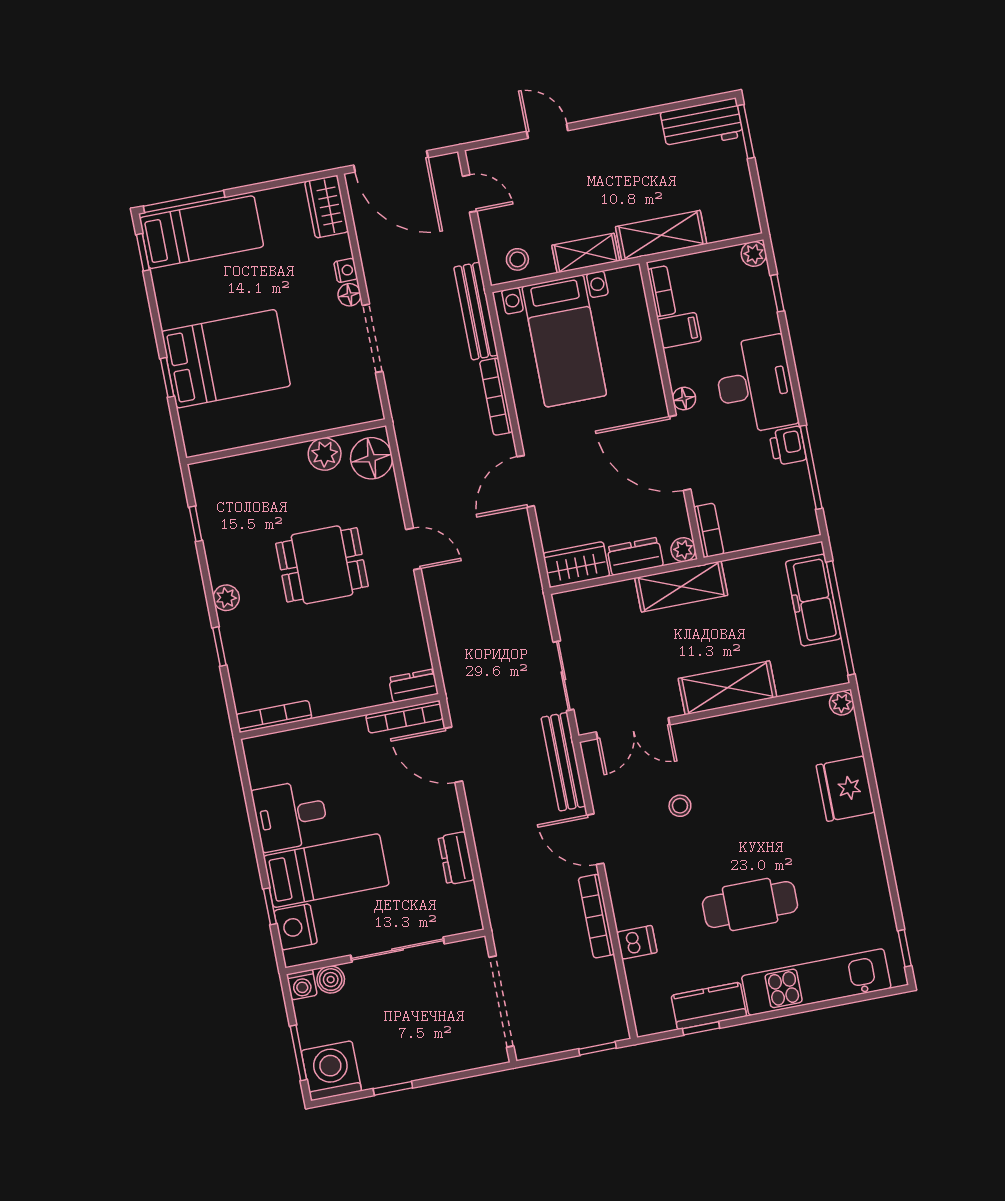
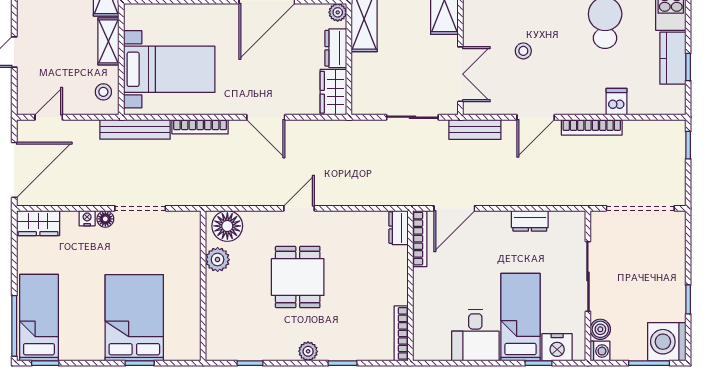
bench: (563, 762) -> (475, 129), width x0.73

